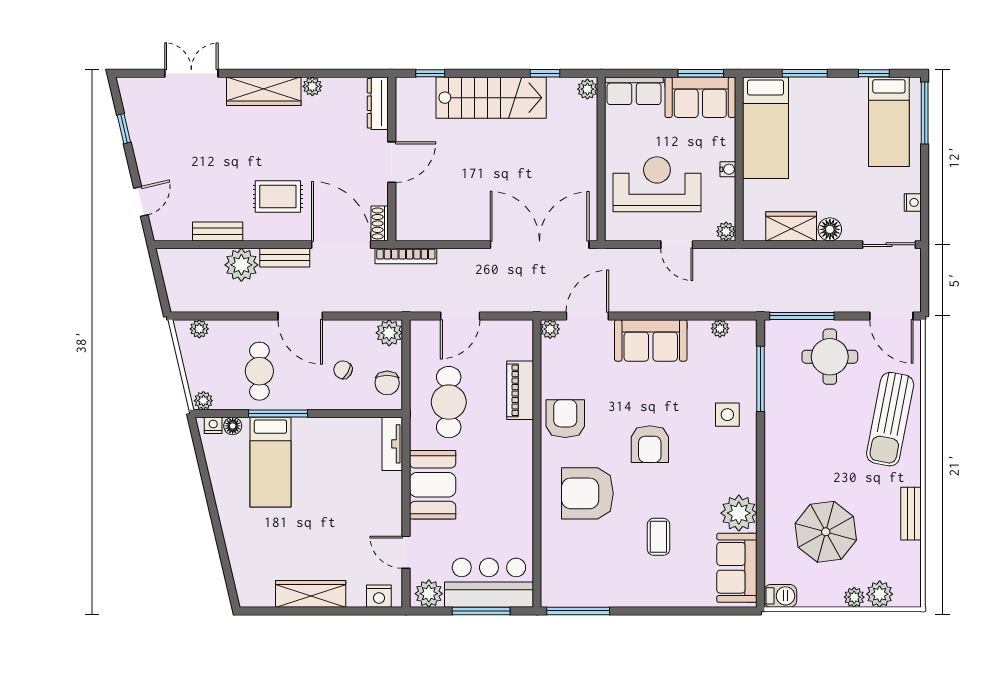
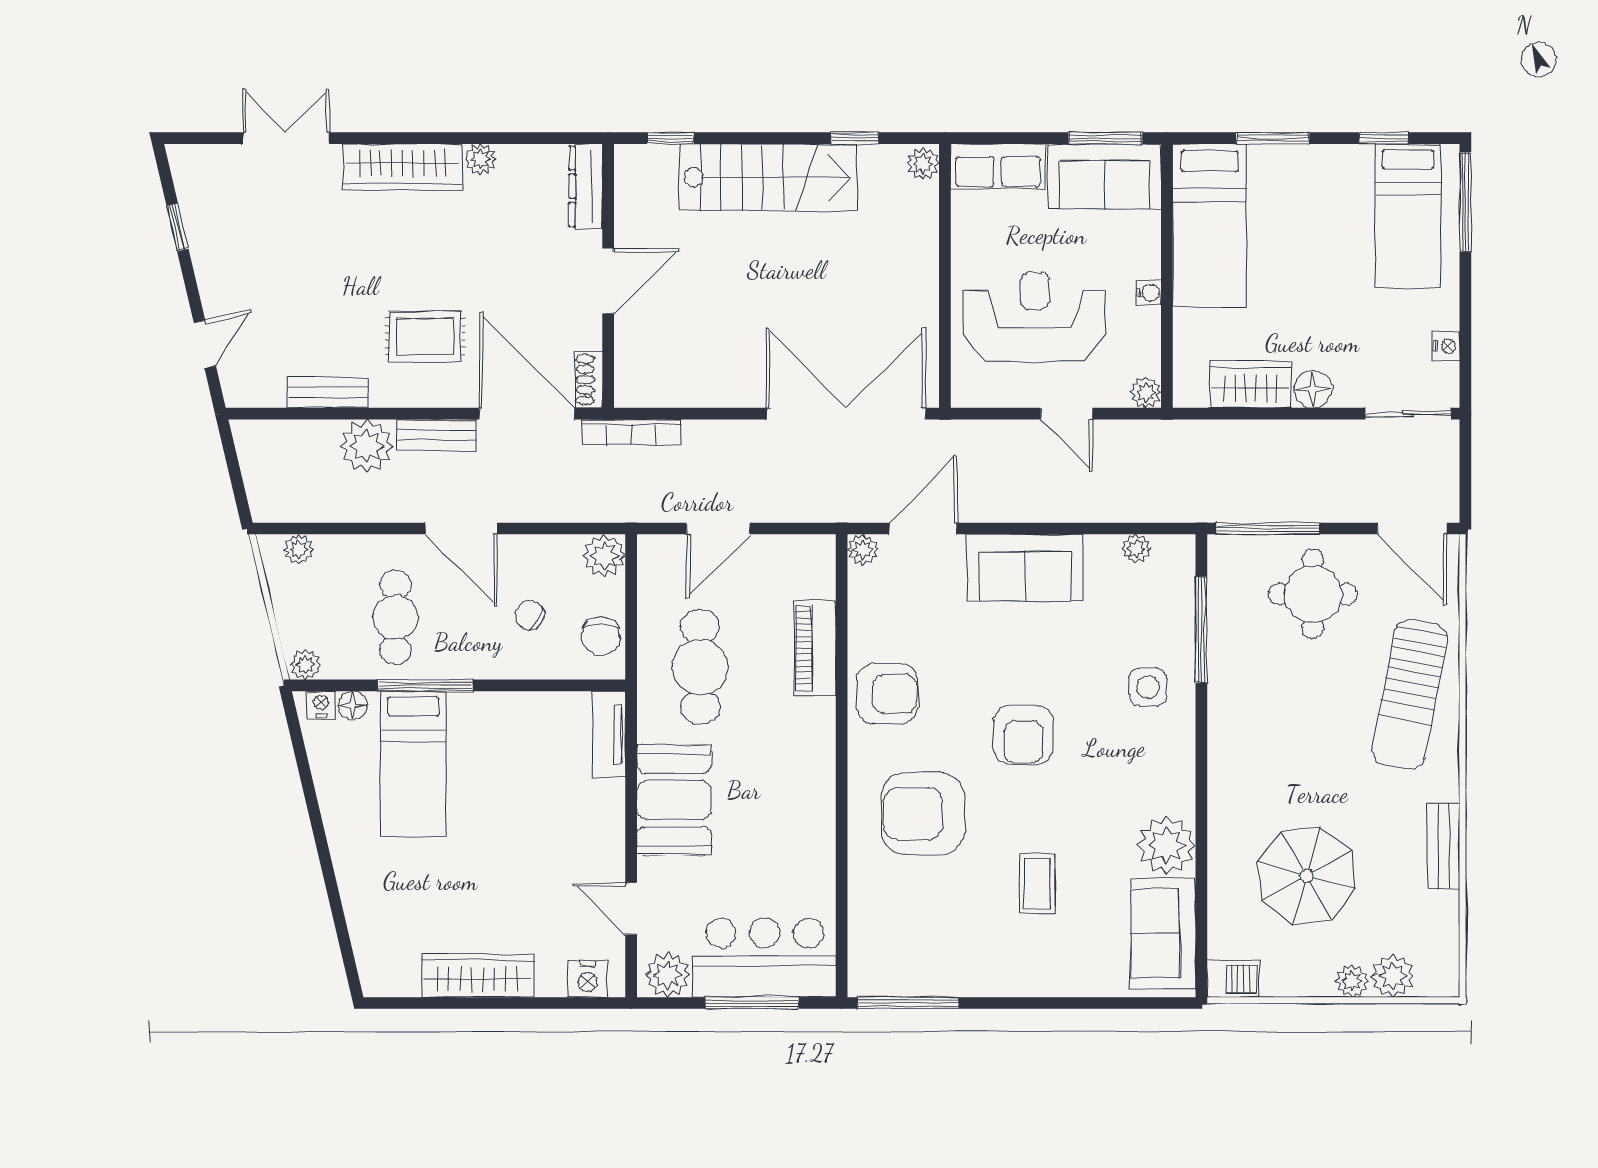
armchair: (565, 419) -> (887, 694), turned 90

